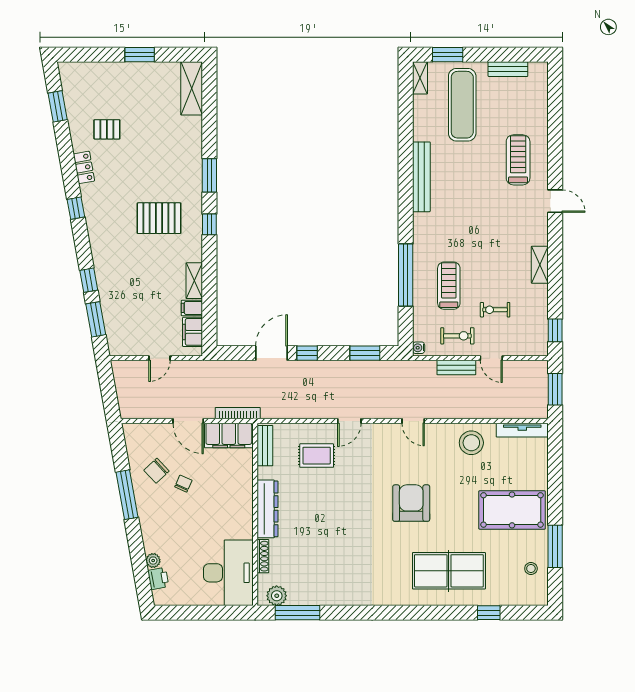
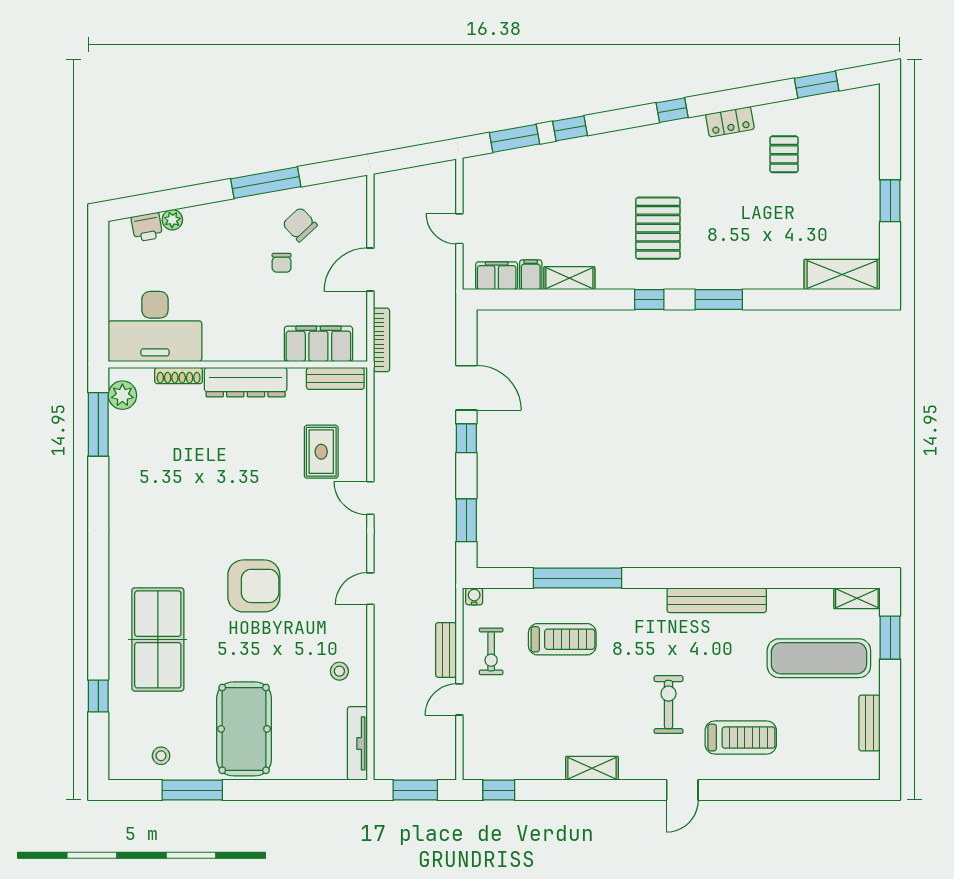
exercise bike: (495, 310) -> (669, 705), moved, width x1.38, depth x1.39
filing cabinet: (229, 436) -> (318, 344), moved, turned 90
stool: (471, 443) -> (339, 671), width x0.53, depth x0.53
chair: (183, 484) -> (282, 263), turned 66

